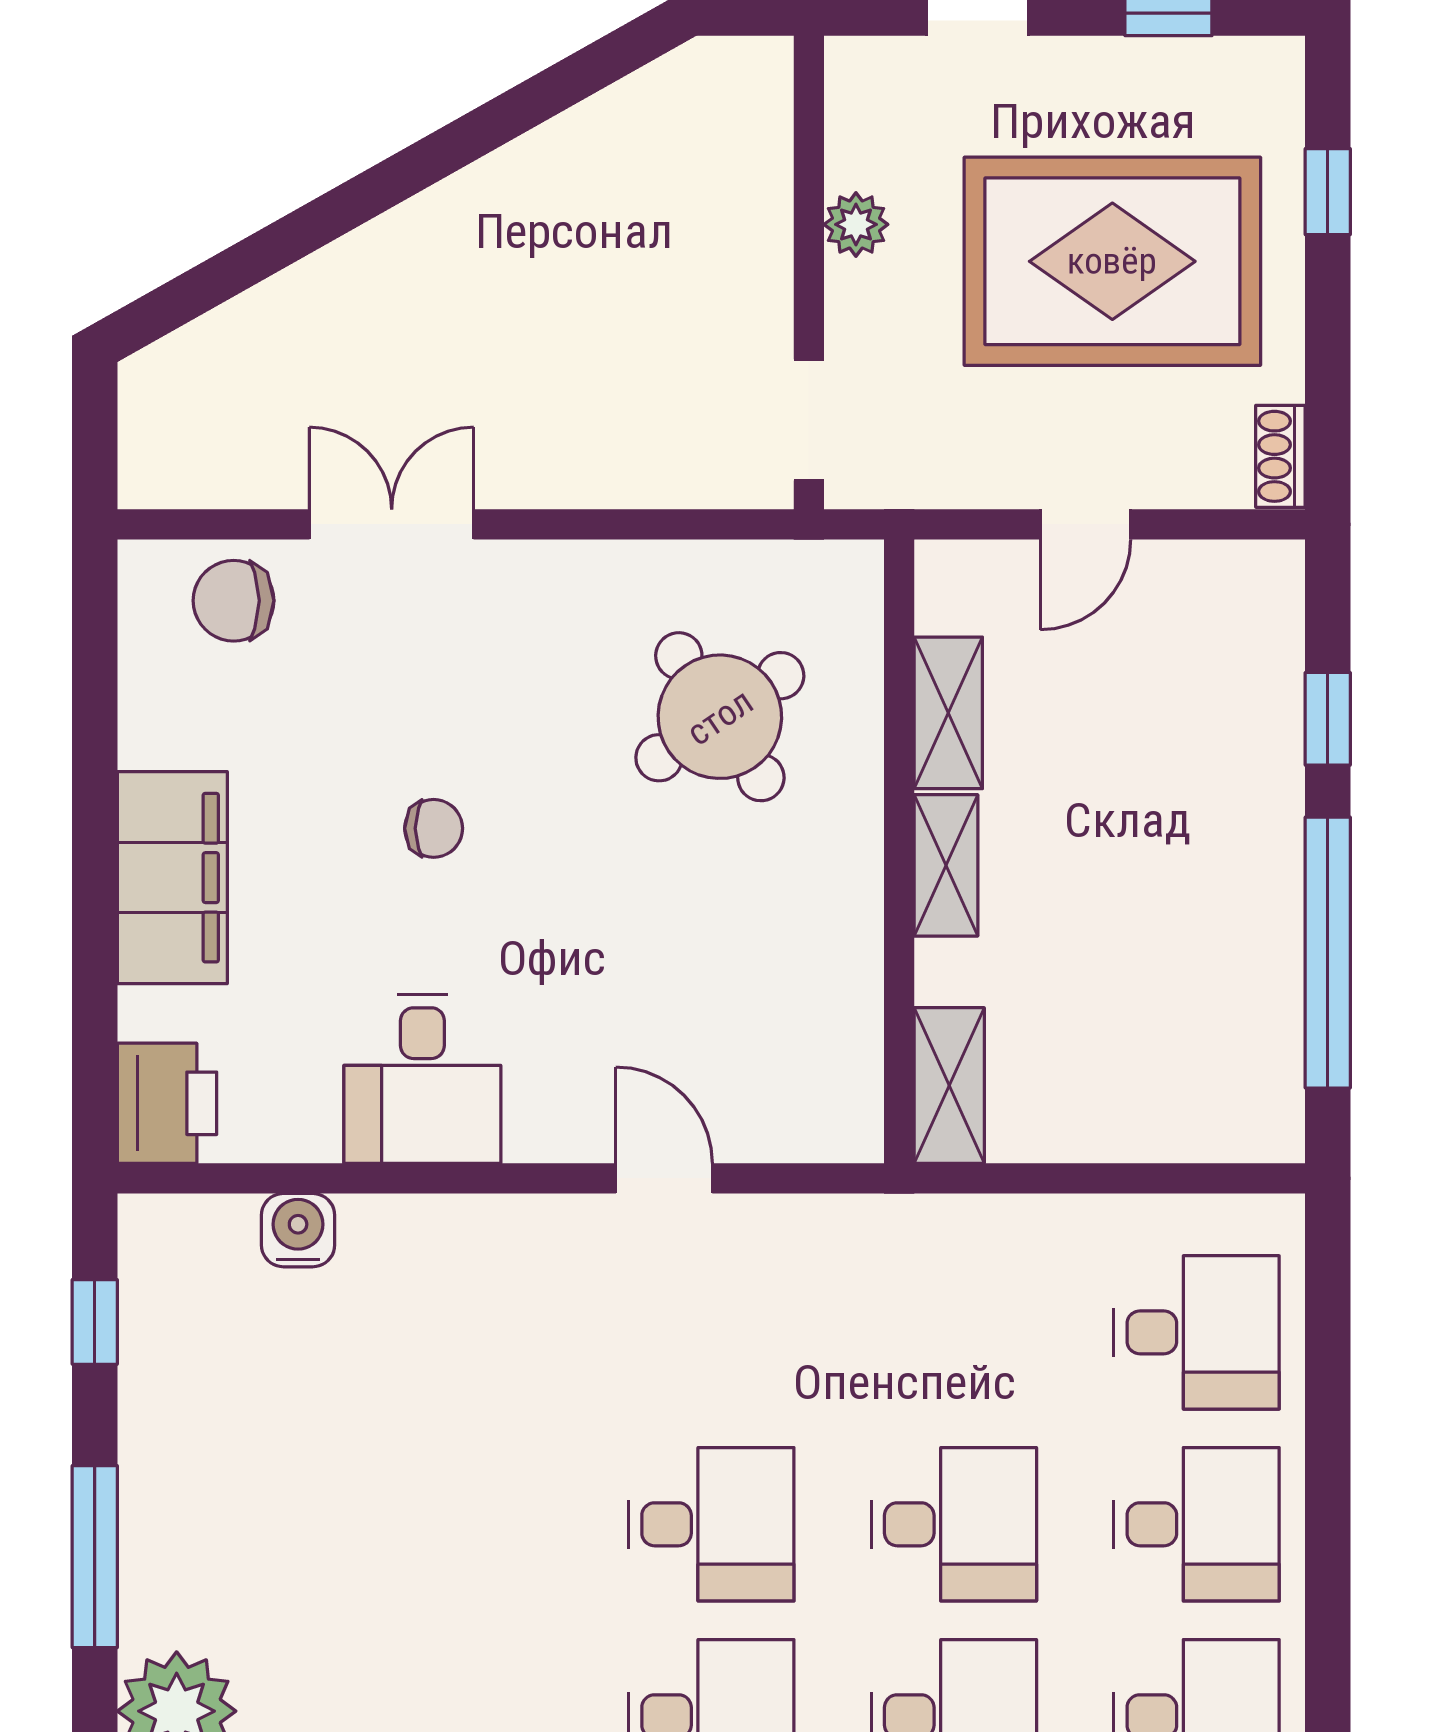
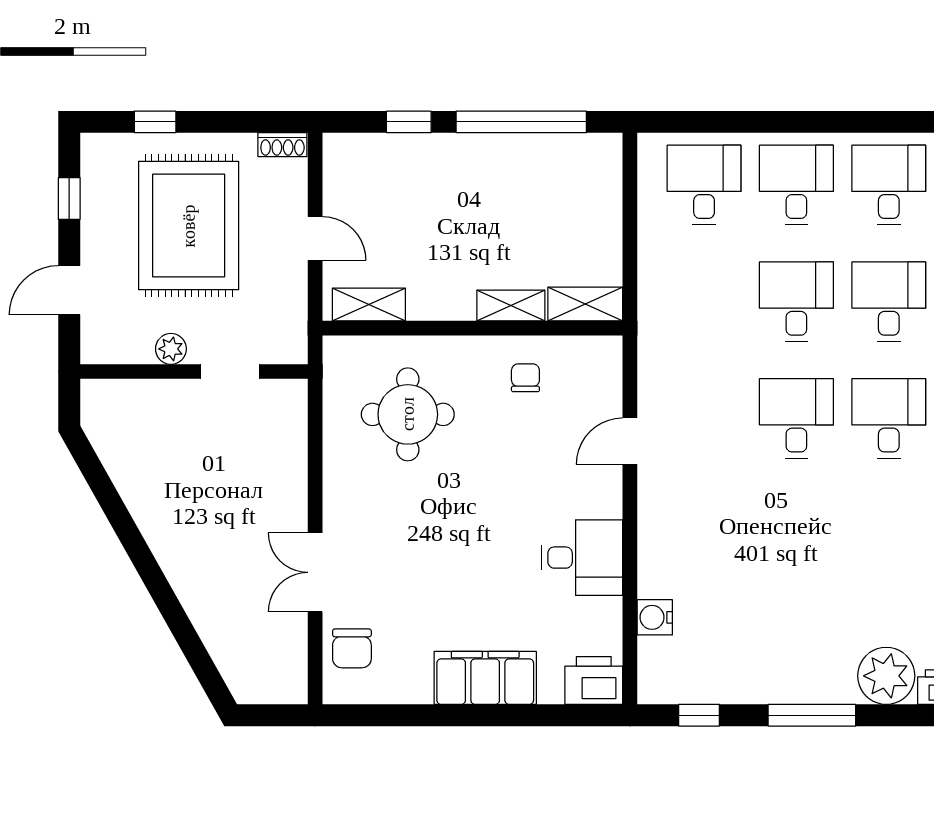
doorway: (809, 420) -> (230, 372), moved
shelving: (948, 713) -> (369, 304), moved
round table: (720, 717) -> (408, 414), turned 34
chair: (434, 828) -> (525, 378), moved
shelving: (946, 865) -> (511, 306), moved

